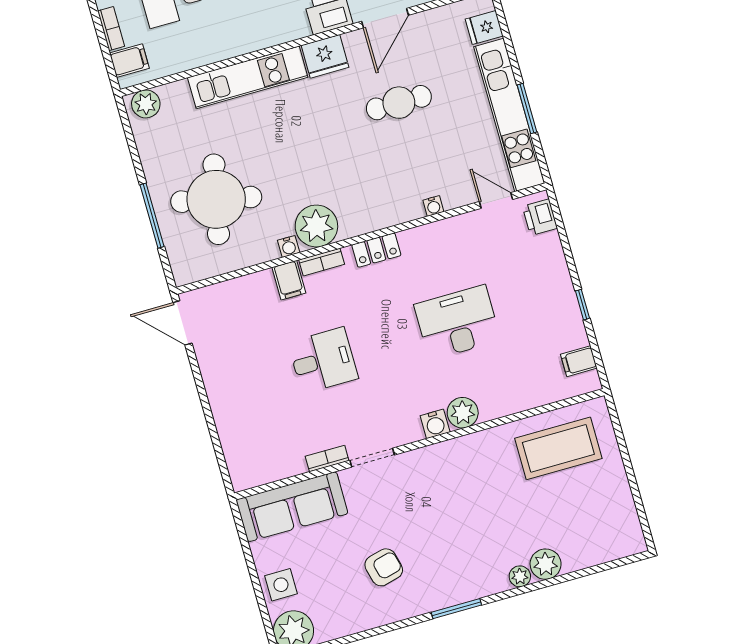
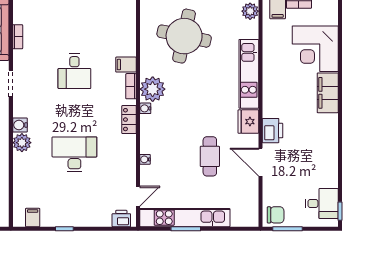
fridge: (484, 28) -> (239, 217), removed
water cooler: (289, 246) -> (145, 108), moved
desk: (457, 322) -> (74, 154), turned -90
bookcase: (327, 459) -> (18, 37), moved

